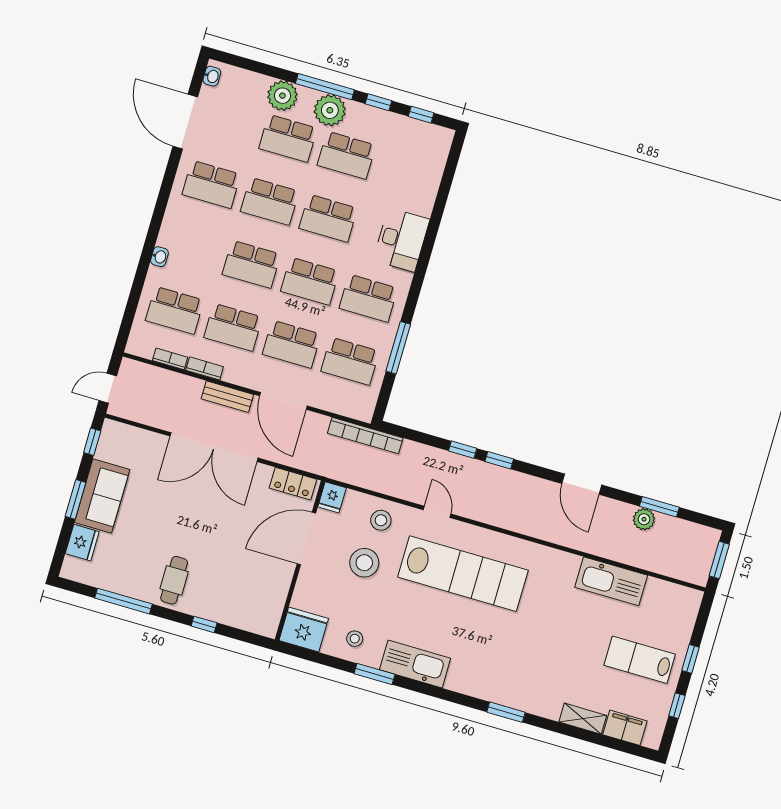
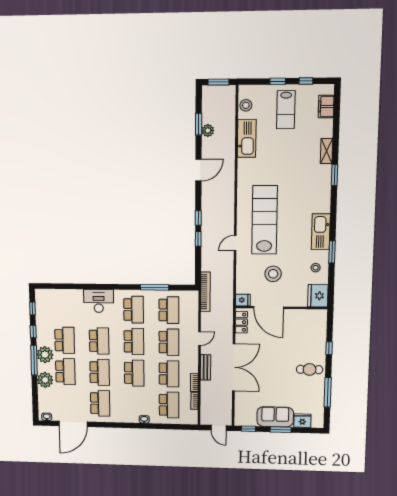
door: (283, 401) -> (199, 339), width x0.53
stool: (381, 520) -> (246, 105), moved
shelving: (583, 719) -> (327, 151), moved

